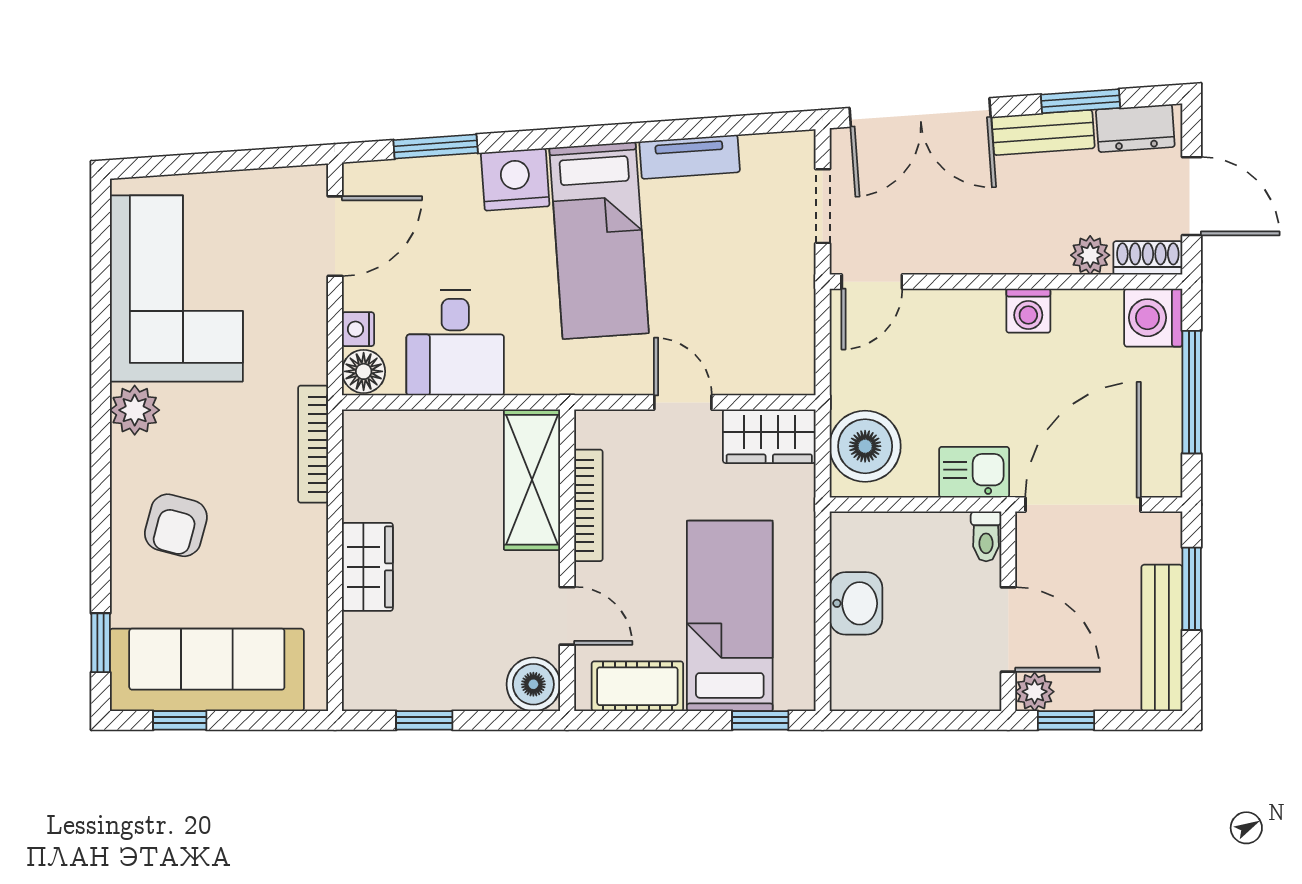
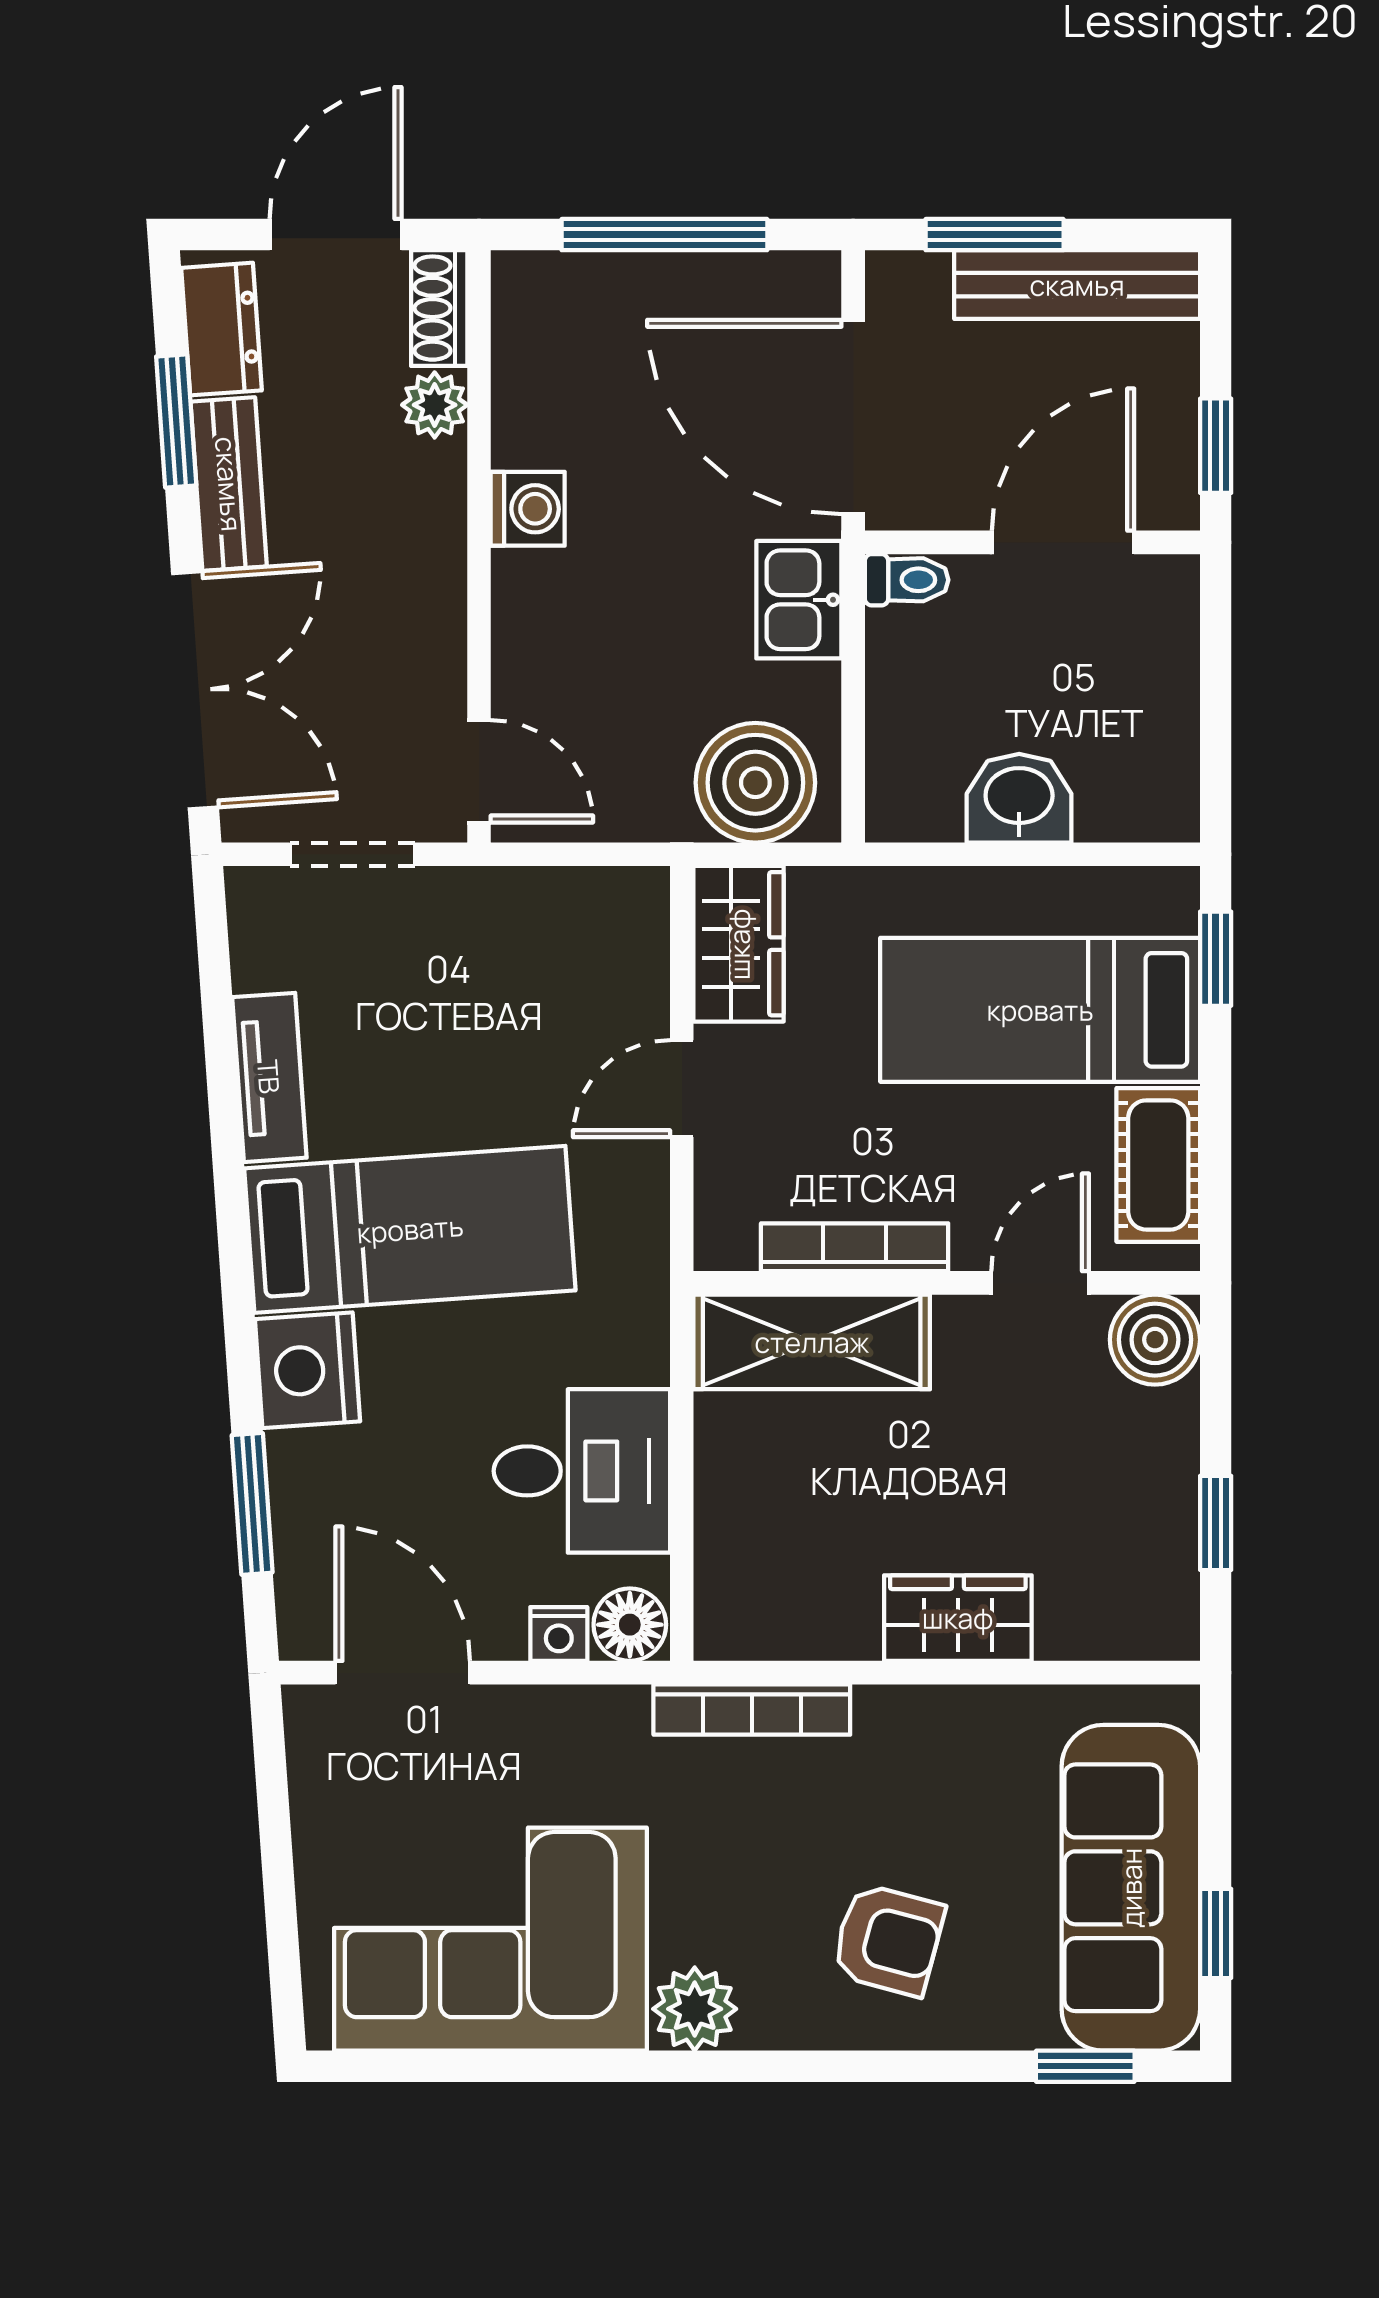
washing machine: (1153, 318) -> (540, 299), removed
plant: (1035, 692) -> (1167, 498), removed

